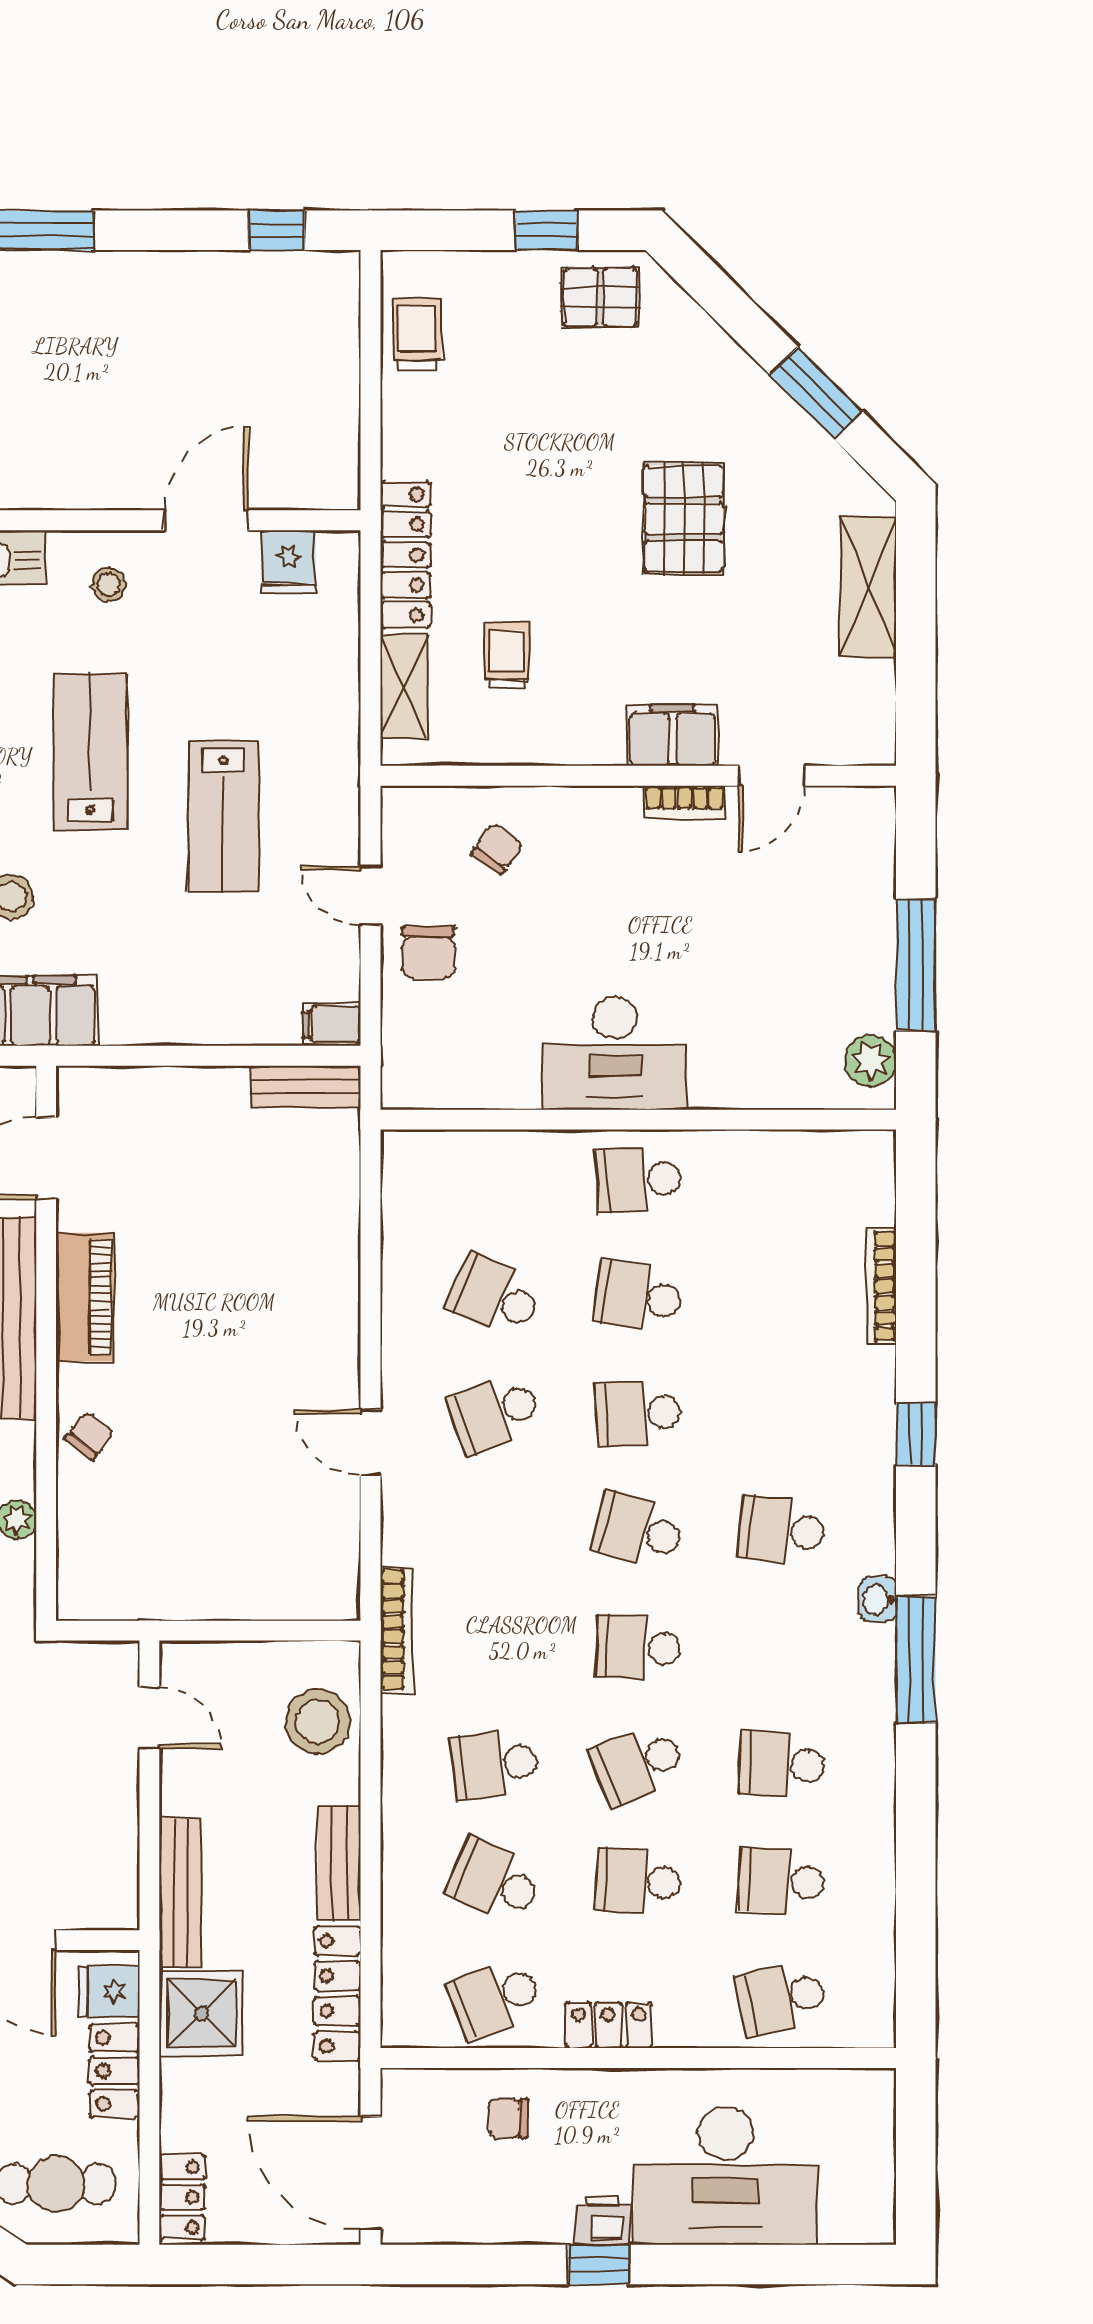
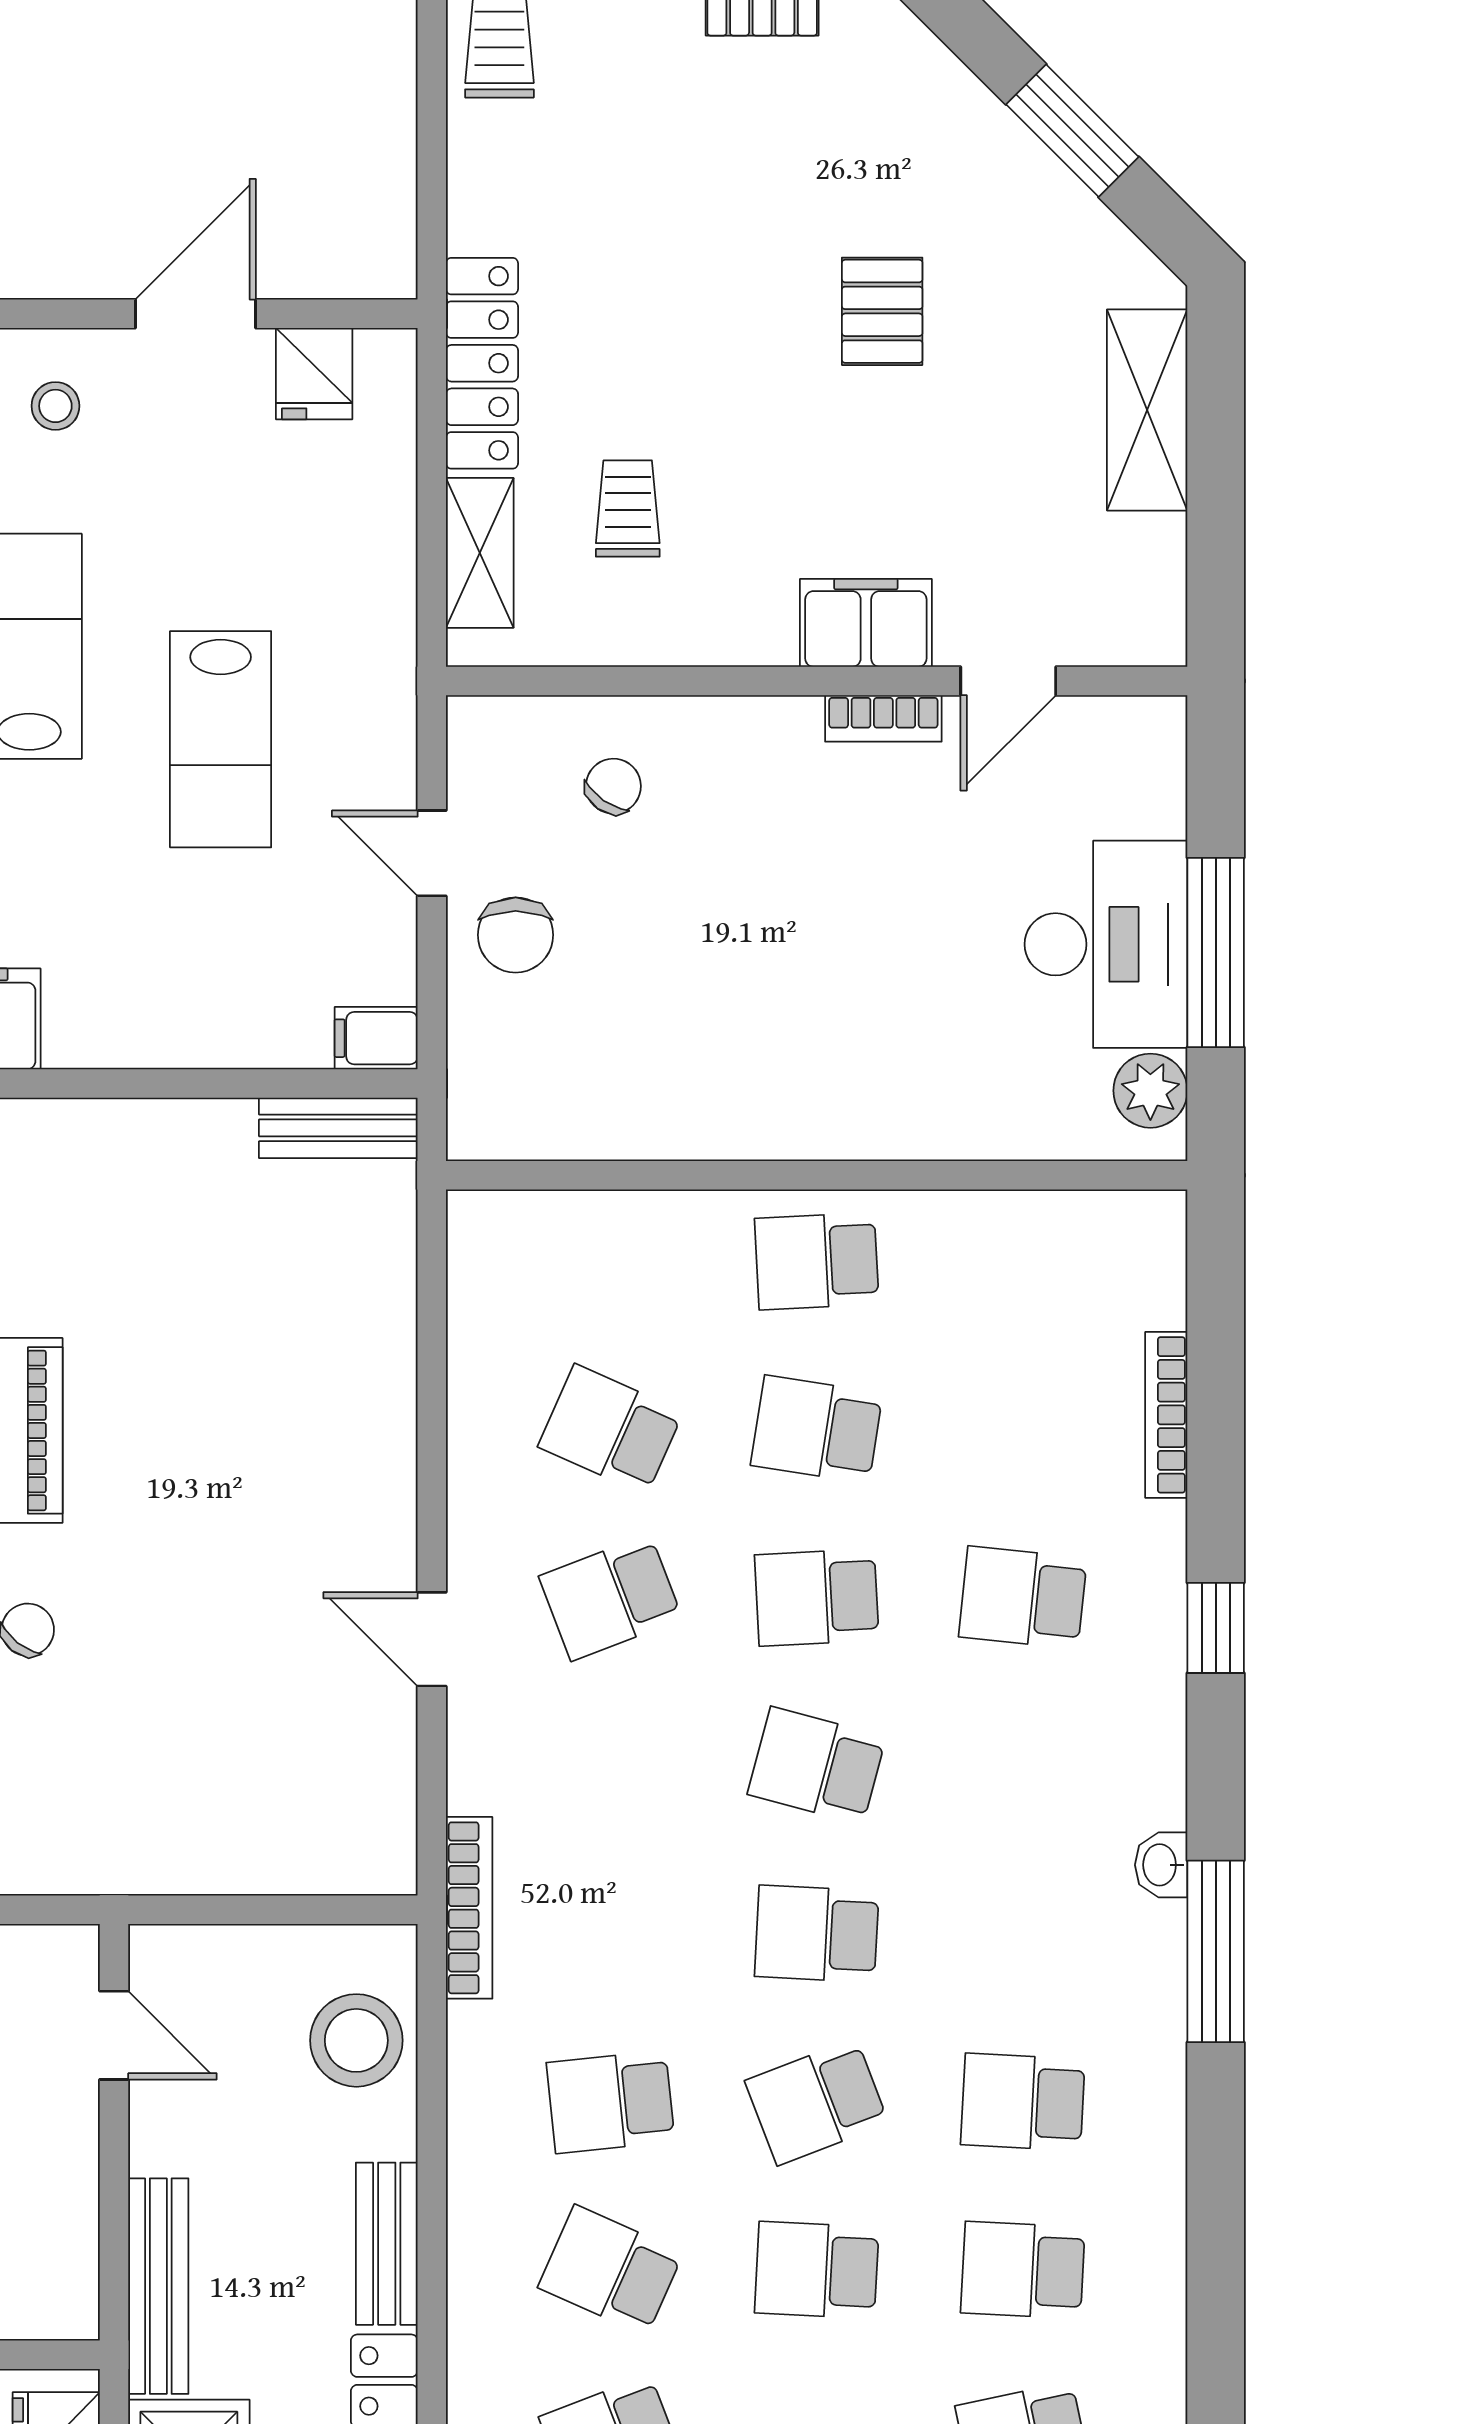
pallet: (684, 519) -> (882, 311), width x0.67, depth x0.71
desk: (615, 1053) -> (1106, 944), moved, turned -90
school desk: (782, 1530) -> (1023, 1597), moved

